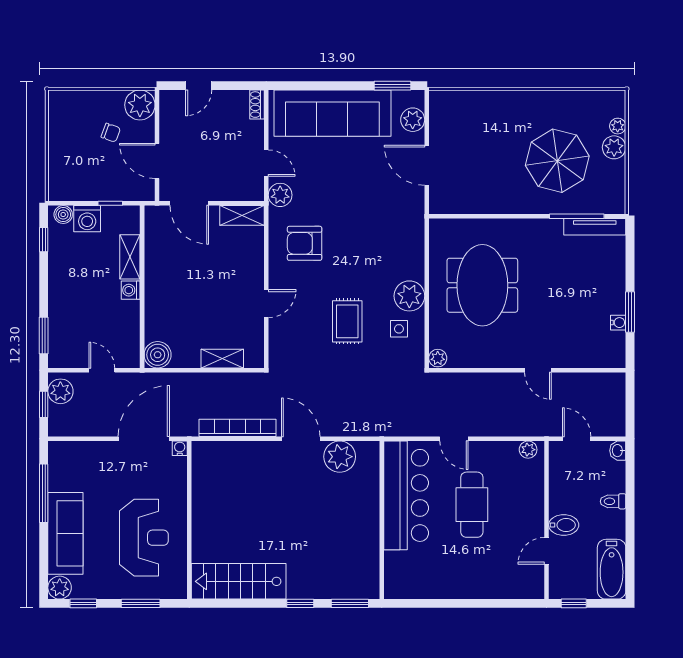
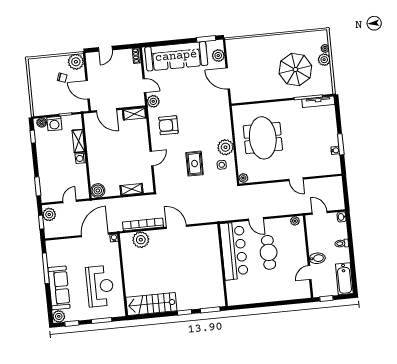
door: (102, 370) -> (70, 201), hinge flipped
plant: (340, 457) -> (141, 240), moved

